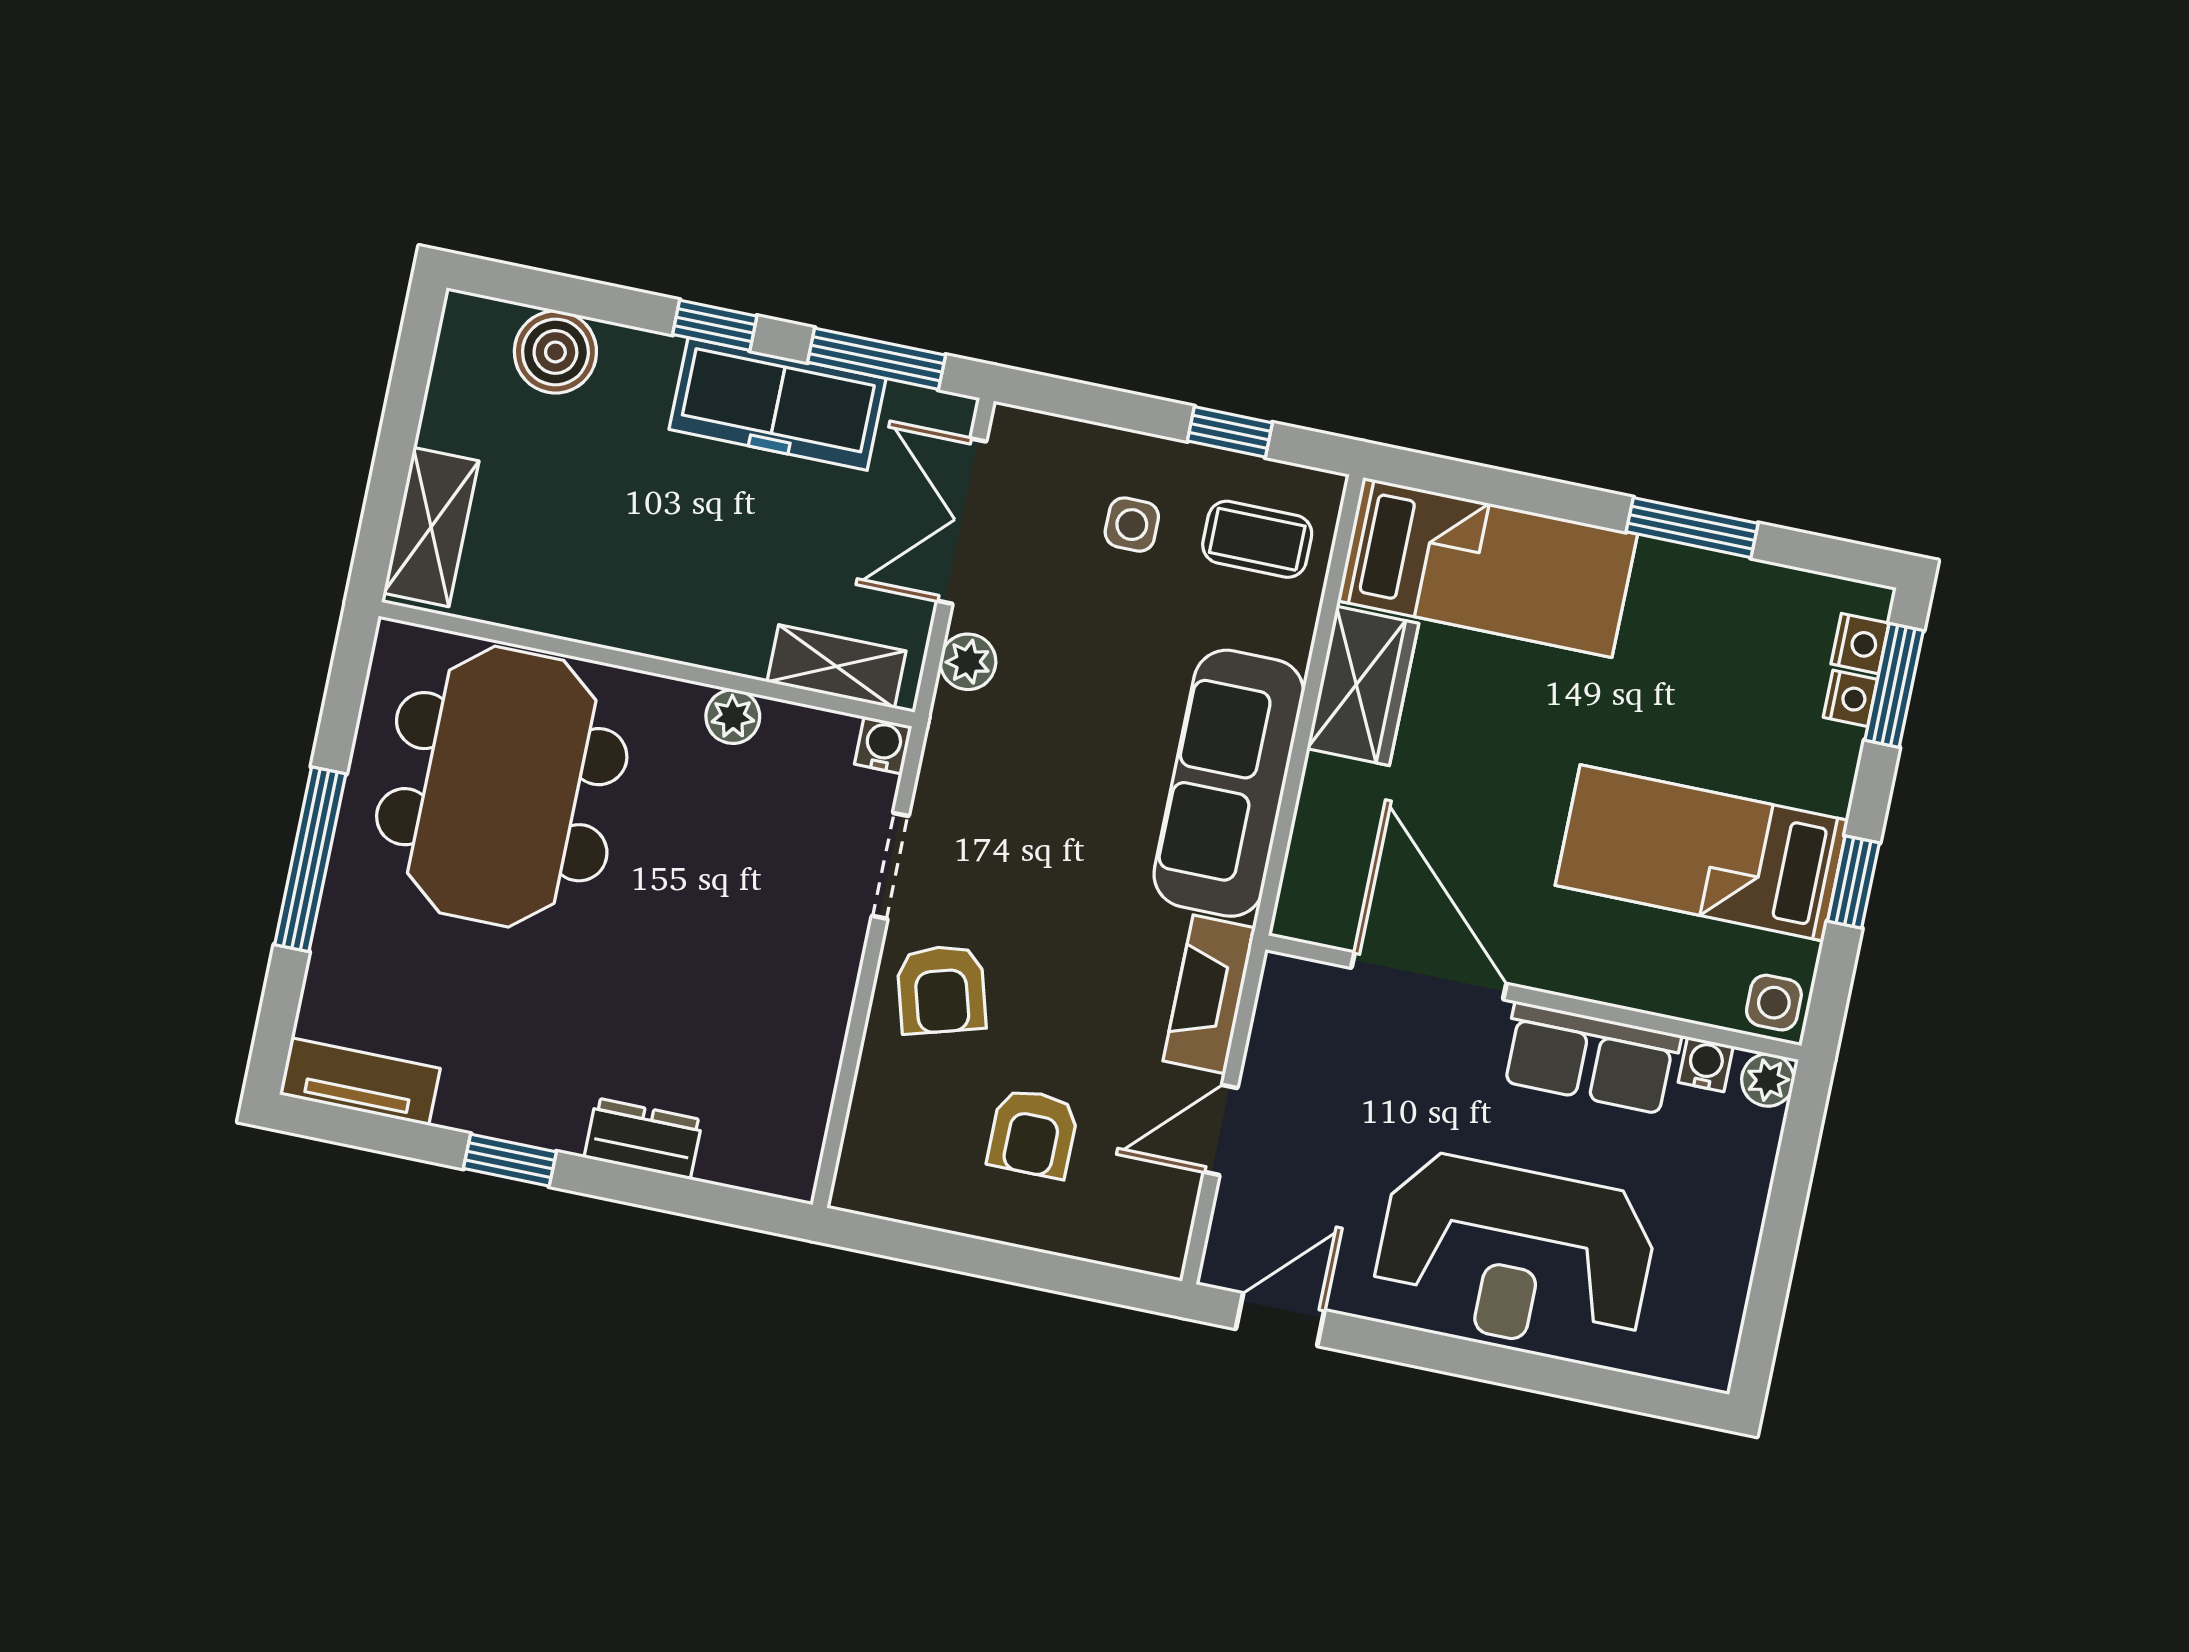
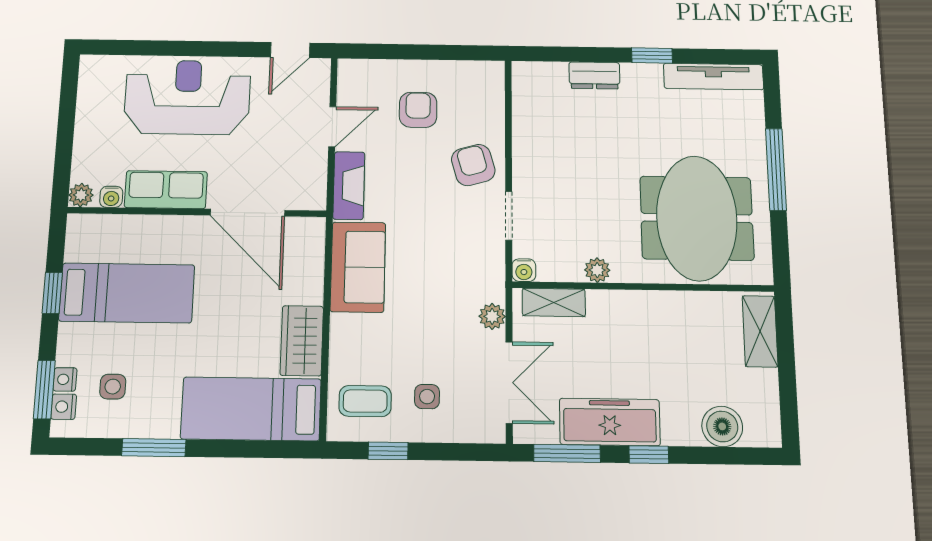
sofa: (1229, 783) -> (358, 267), width x0.73
side table: (1774, 1003) -> (113, 387), moved
tv unit: (360, 1081) -> (713, 77), width x1.41

